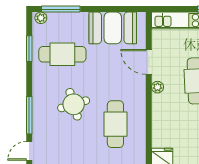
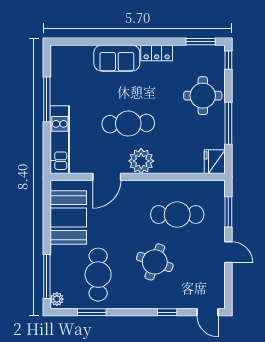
plant: (158, 87) -> (141, 161), width x1.88, depth x1.88
round table: (74, 104) -> (155, 262), turned 37
window: (29, 115) -> (167, 312), width x0.46

